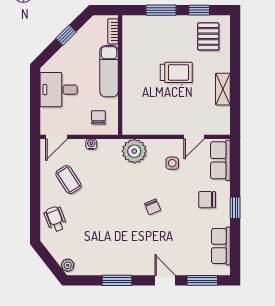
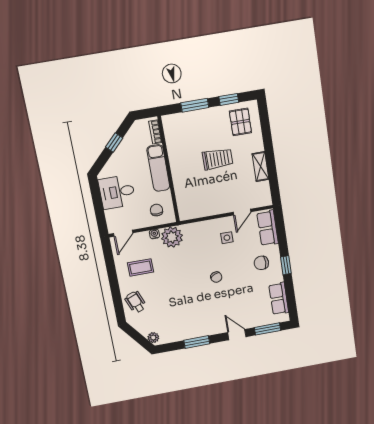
plant: (134, 151) -> (172, 237), moved
coffee table: (68, 180) -> (141, 267), turned -57

